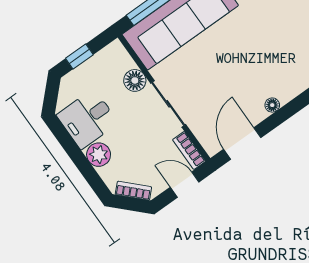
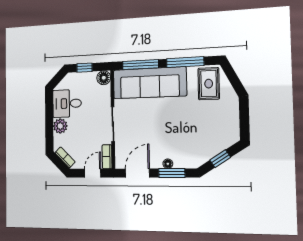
floor lamp: (135, 80) -> (104, 78), moved
window: (285, 113) -> (172, 173), added
door: (185, 185) -> (93, 173), hinge flipped

